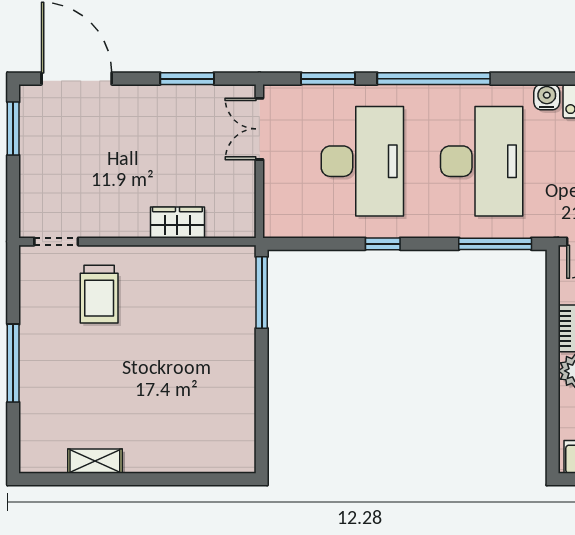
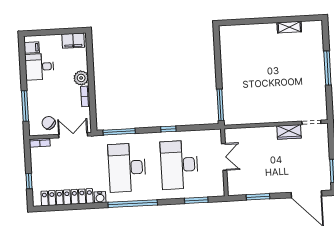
window: (434, 79) -> (133, 204), moved
double door: (259, 129) -> (224, 157), moved
wardrobe: (177, 223) -> (289, 132), moved
trolley: (99, 294) -> (291, 100), removed

